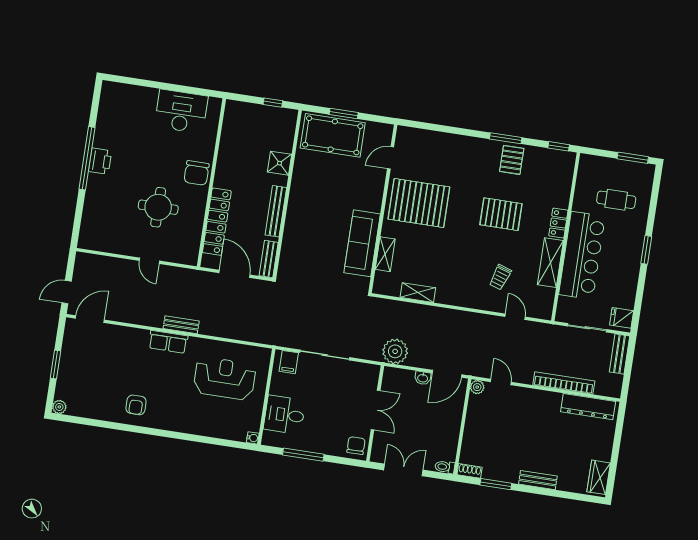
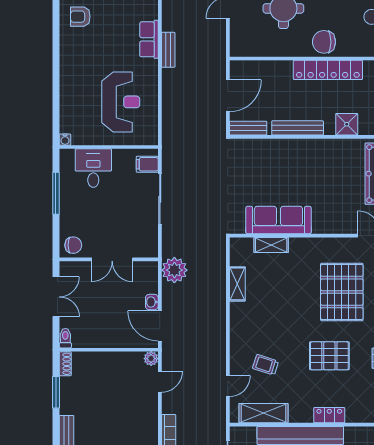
pallet: (419, 203) -> (342, 292), moved
pallet: (501, 214) -> (329, 356), turned 90
locker: (217, 222) -> (328, 70), moved
shelving: (550, 263) -> (263, 413), moved

